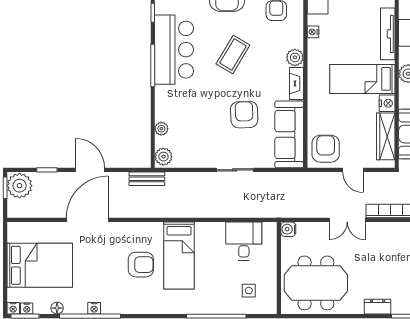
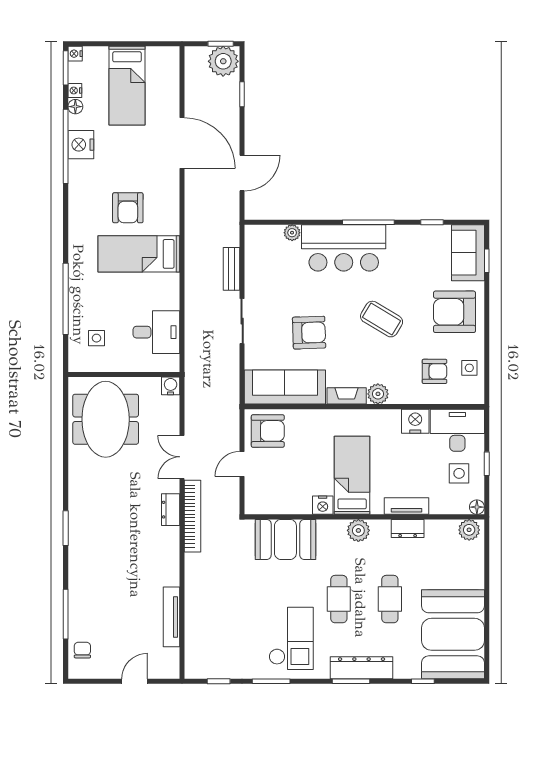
nightstand: (313, 32) -> (415, 421), width x1.89, depth x1.79
tv unit: (388, 34) -> (406, 506), width x0.71
bar counter: (174, 50) -> (344, 248), moved
wardrobe: (386, 136) -> (283, 504), removed
plant: (163, 157) -> (258, 235), removed
door: (90, 170) -> (242, 173), moved
bench: (147, 179) -> (231, 269), moved
bed: (40, 265) -> (127, 86), width x0.67
dresser: (378, 307) -> (171, 510), moved, turned 180
nightstand: (27, 308) -> (75, 91), moved
nightstand: (94, 308) -> (81, 145), width x1.89, depth x1.79

